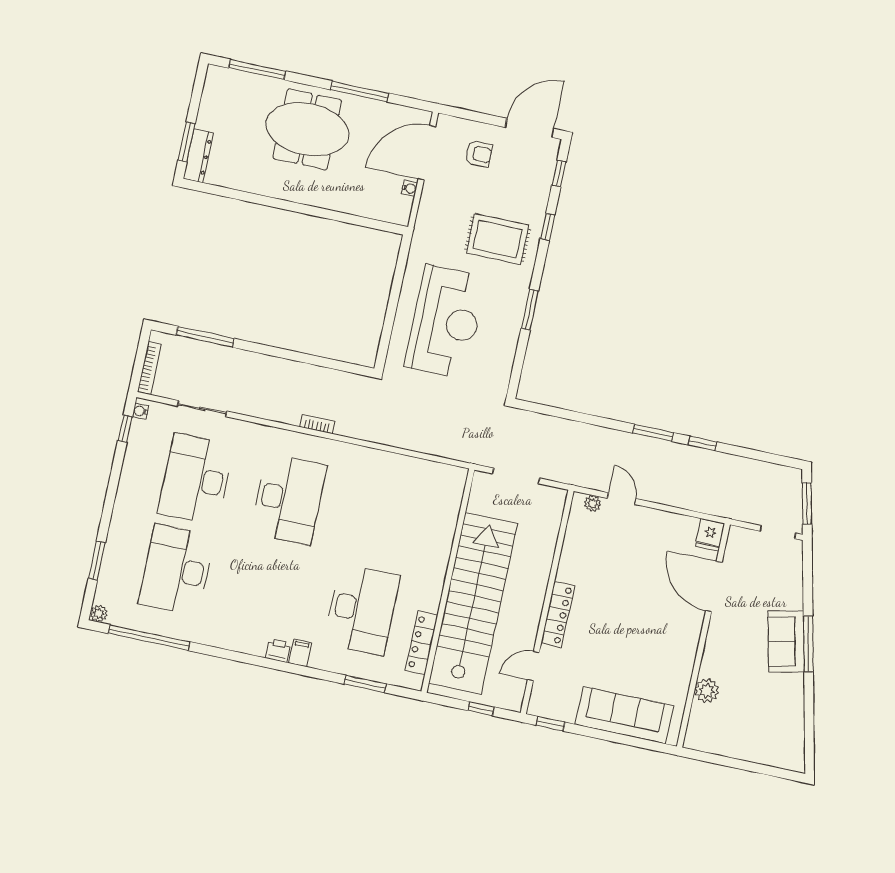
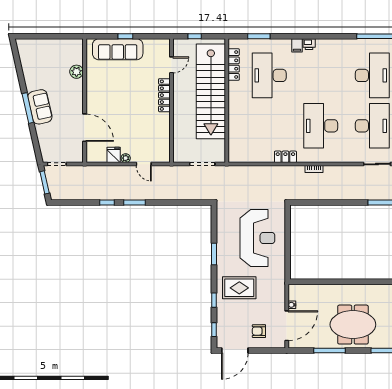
reception desk: (446, 322) -> (257, 238), turned 180
locker: (364, 457) -> (285, 157), added
plant: (593, 503) -> (126, 158), moved
fridge: (710, 535) -> (114, 155), moved
window: (550, 724) -> (125, 36), moved

